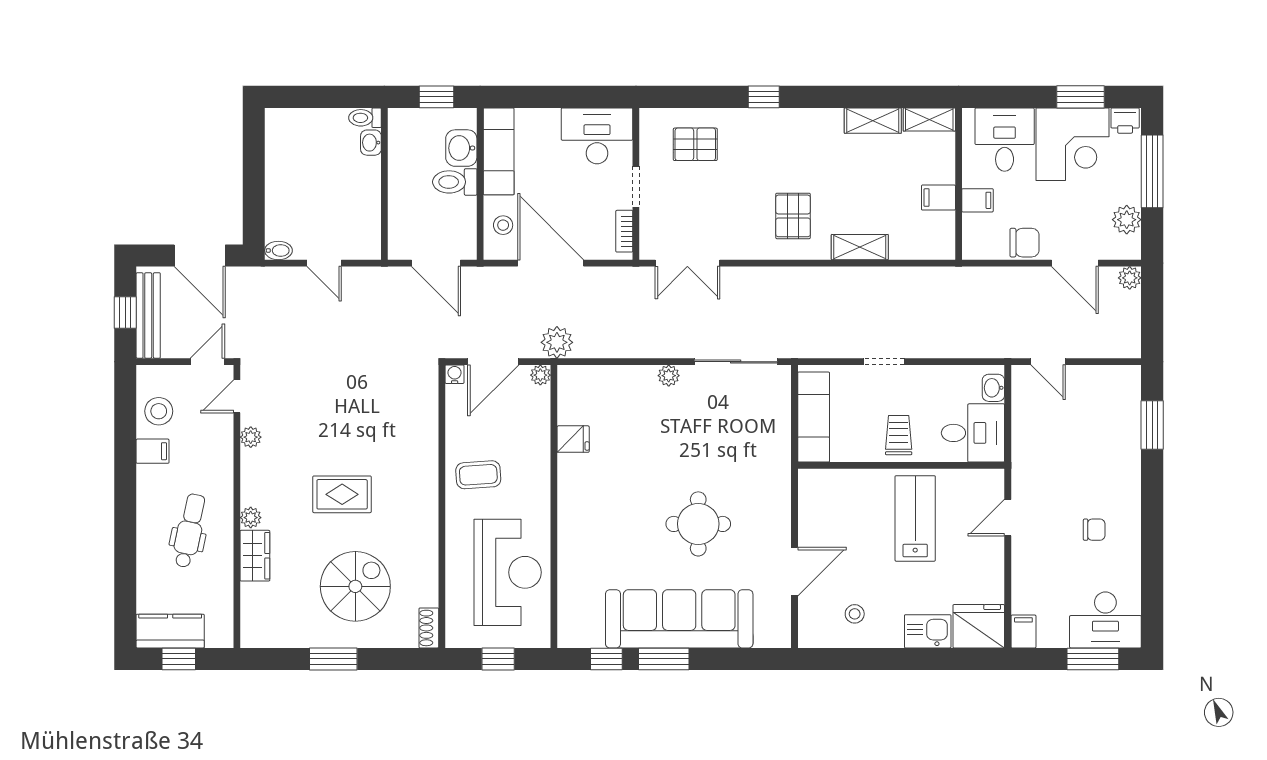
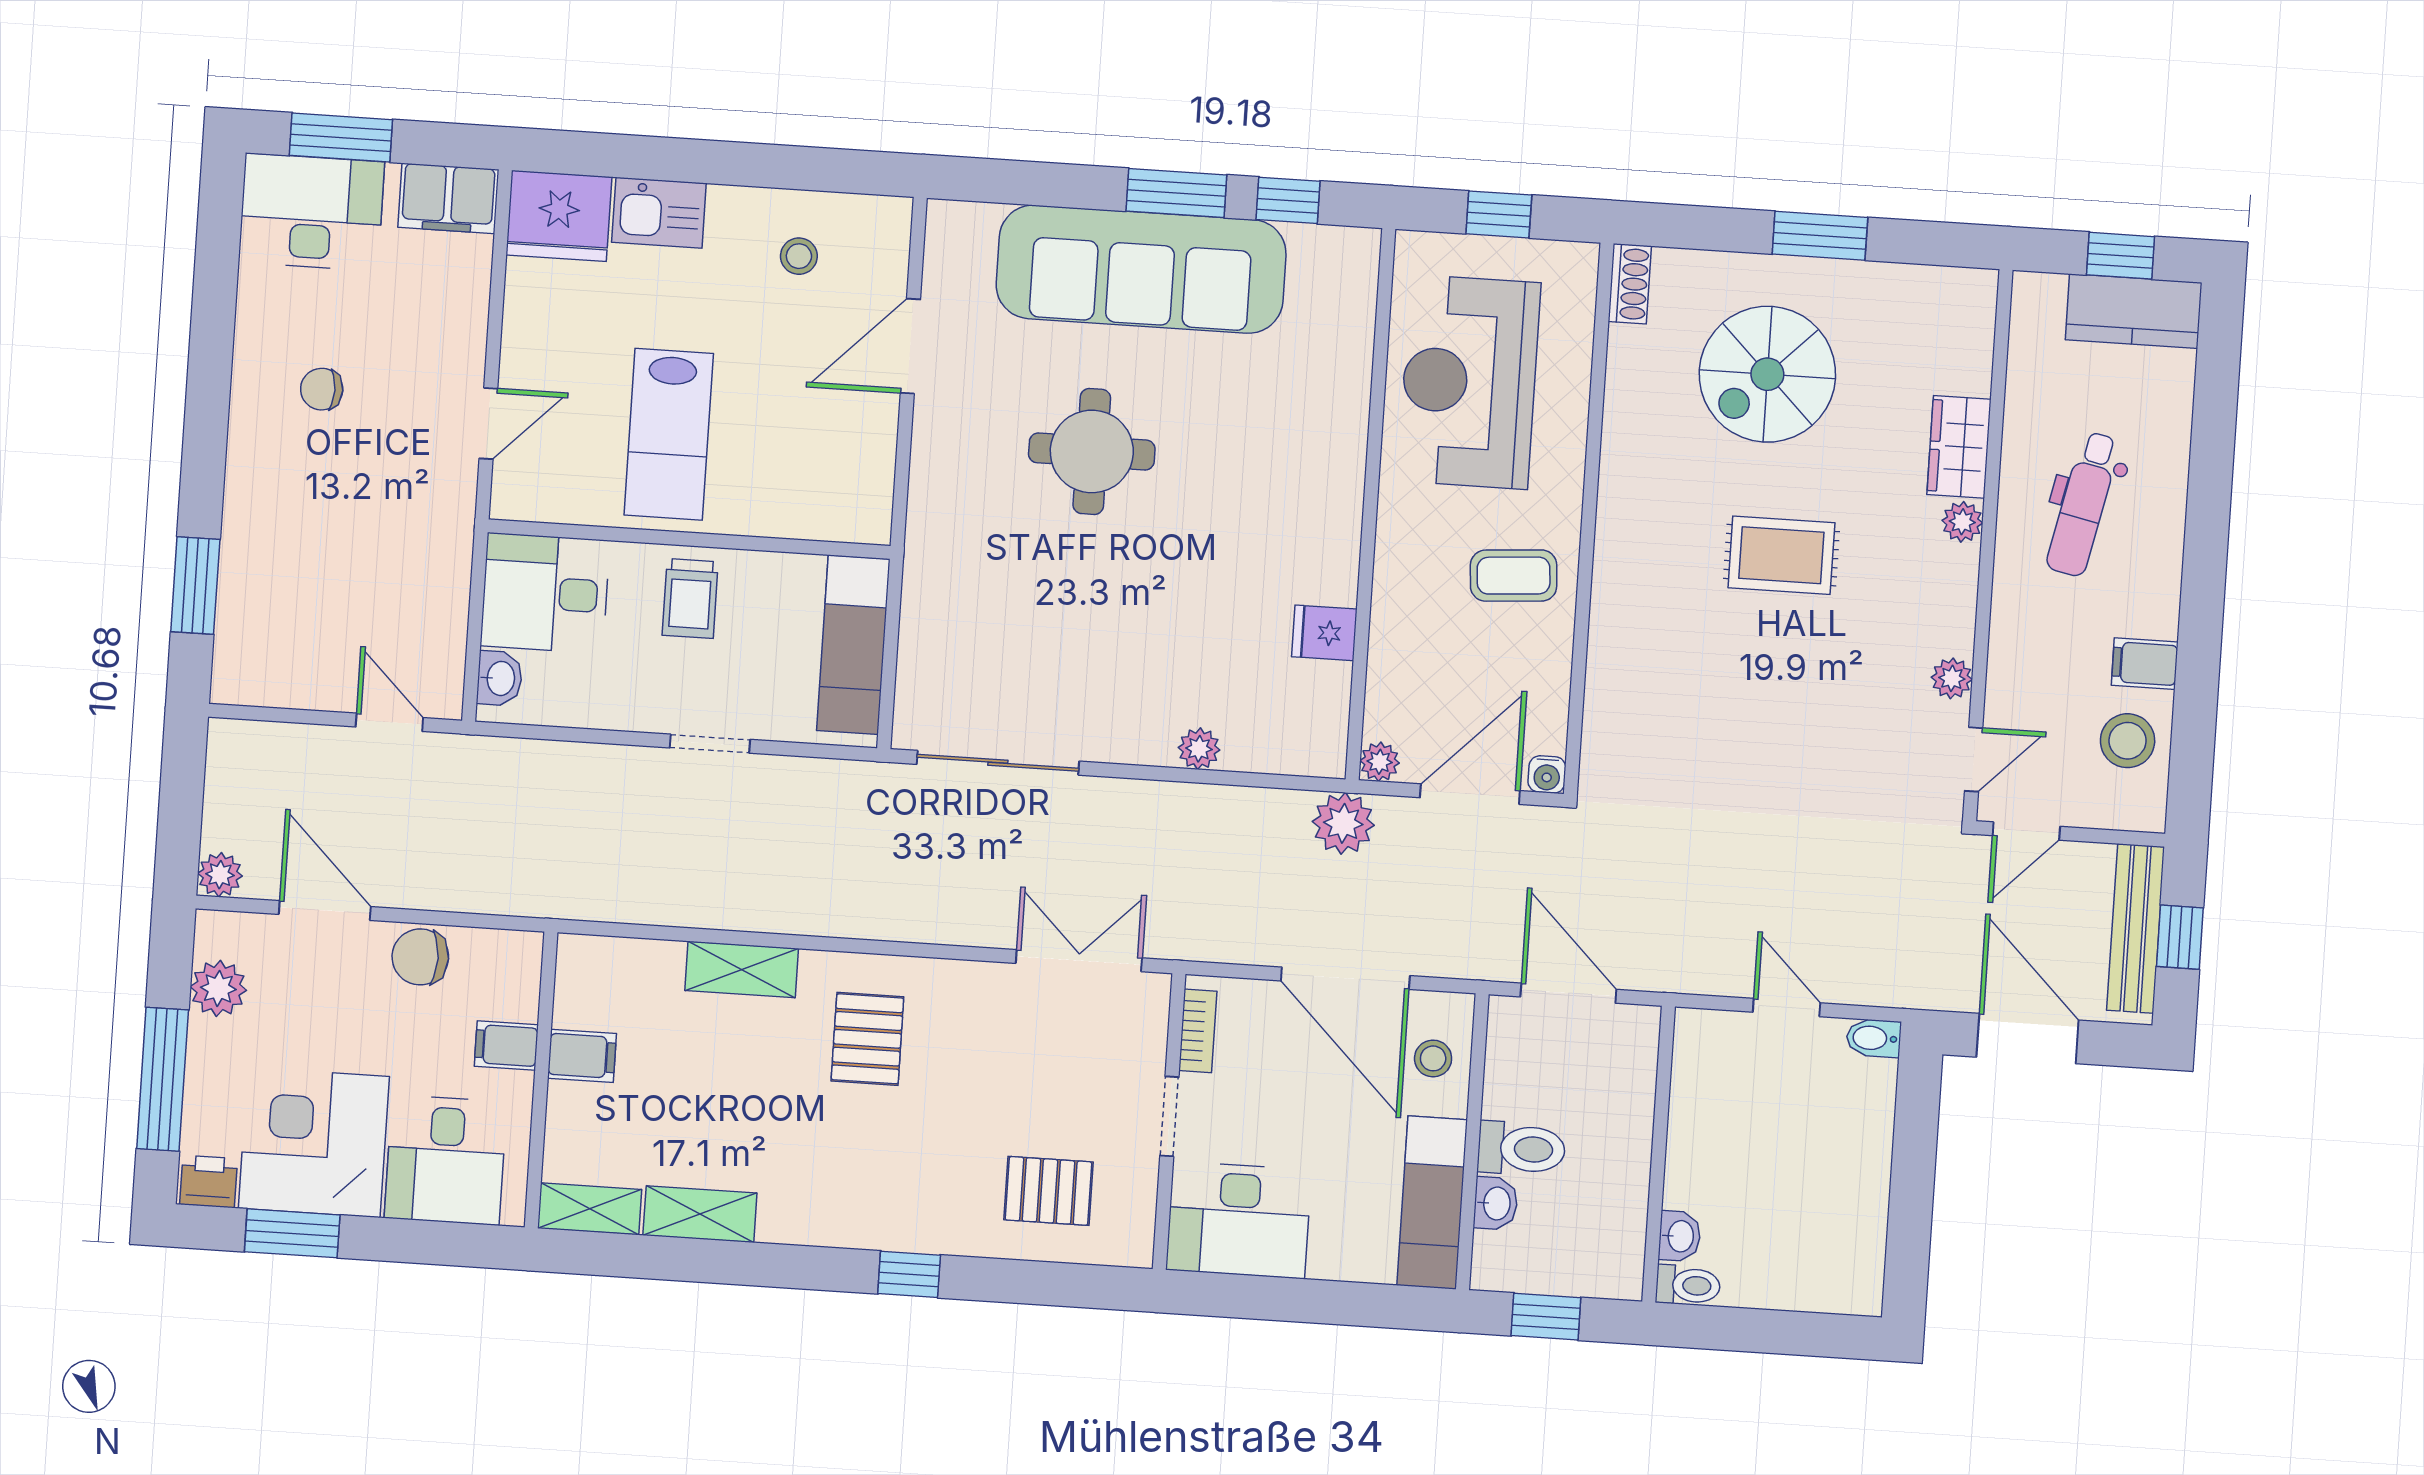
washbasin: (461, 148) -> (1496, 1203), width x0.72, depth x0.69
plant: (669, 376) -> (1199, 749), moved
filing cabinet: (1023, 632) -> (448, 198), width x2.00

